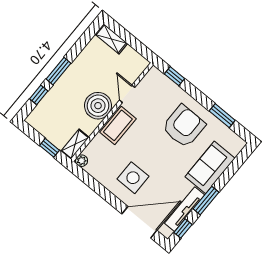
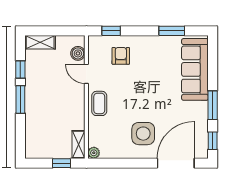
window: (39, 95) -> (20, 70), moved
boiler: (98, 106) -> (78, 53), moved, width x0.54, depth x0.54
coffee table: (118, 125) -> (99, 103), width x0.73, depth x0.77
armchair: (184, 126) -> (121, 56), moved, width x0.53, depth x0.53
sofa: (210, 167) -> (195, 69), width x1.36
tv unit: (185, 209) -> (202, 125), removed

